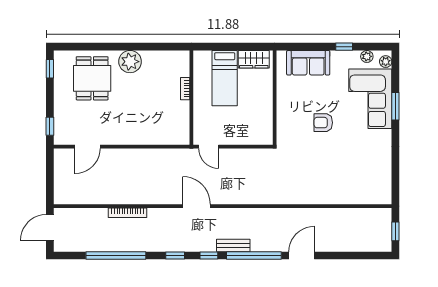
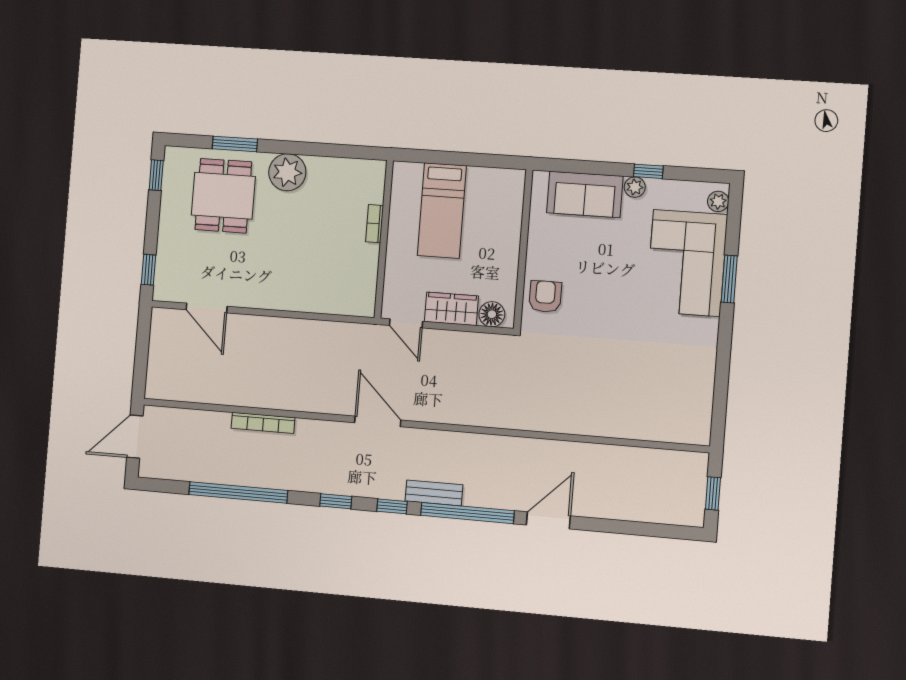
window: (97, 47) -> (235, 144), added
plant: (367, 56) -> (635, 187), moved
wardrobe: (254, 59) -> (451, 309), moved, turned 180
armchair: (323, 123) -> (545, 296), moved, turned 90
floor lamp: (259, 137) -> (492, 314), added
door: (87, 147) -> (207, 308), hinge flipped

